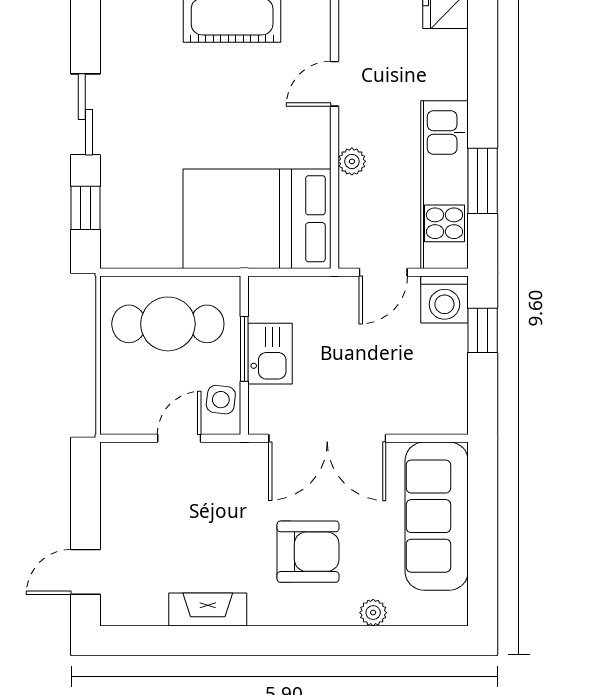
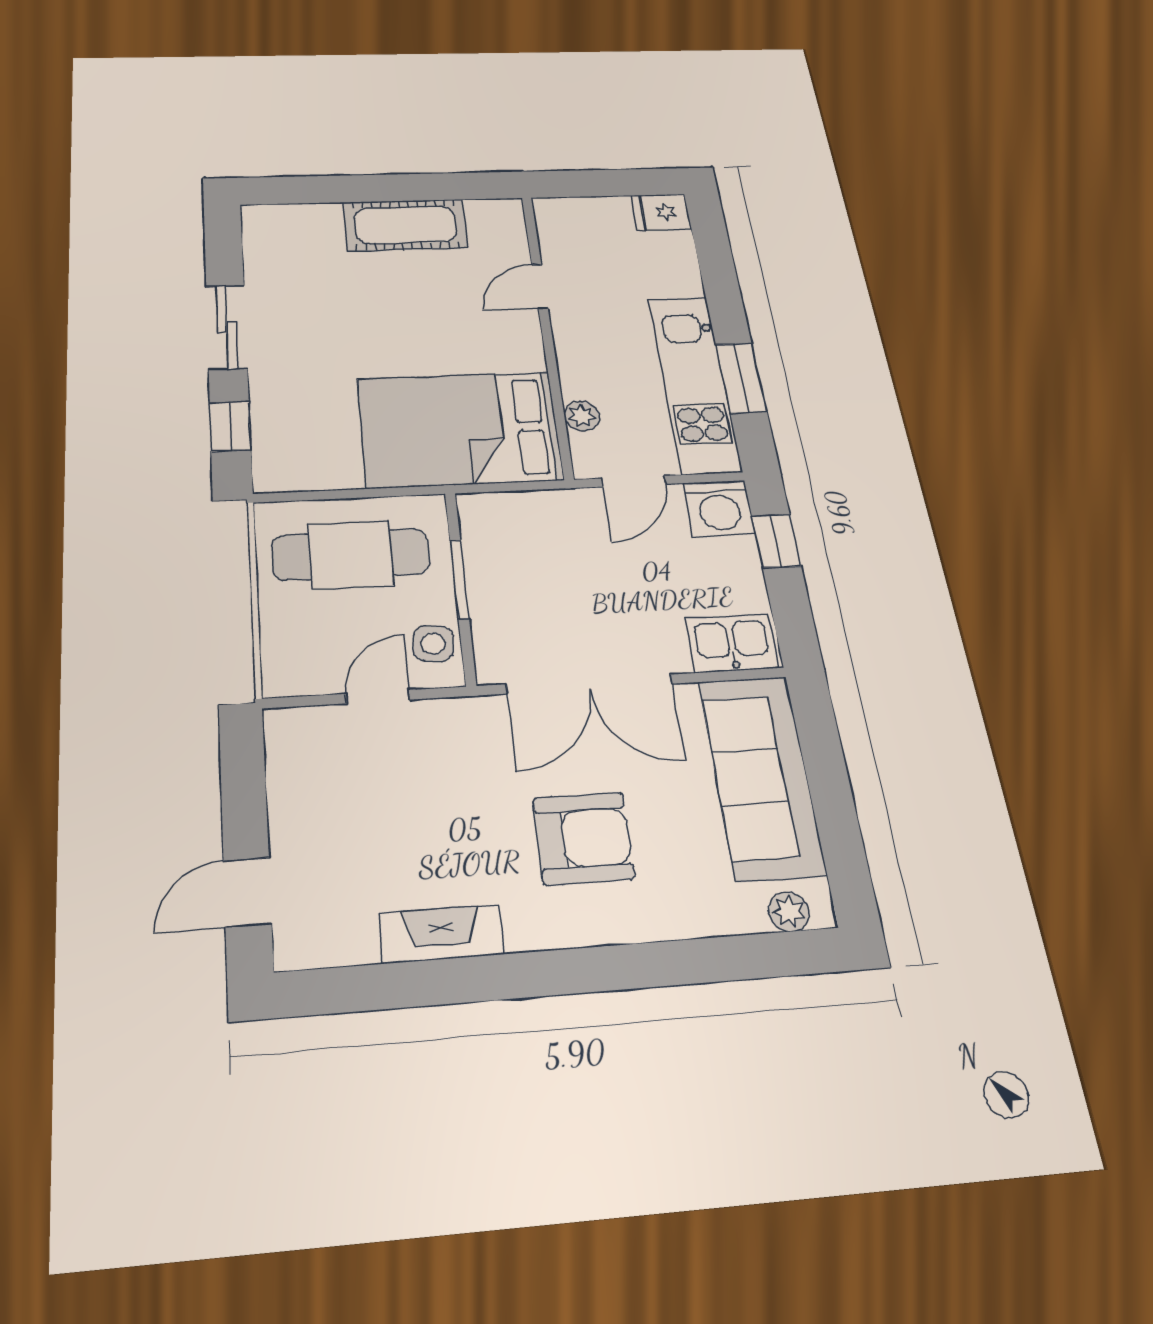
plant: (352, 161) -> (582, 416), moved
kitchen sink: (270, 354) -> (732, 643), moved, turned -90
plant: (373, 613) -> (789, 912), moved

